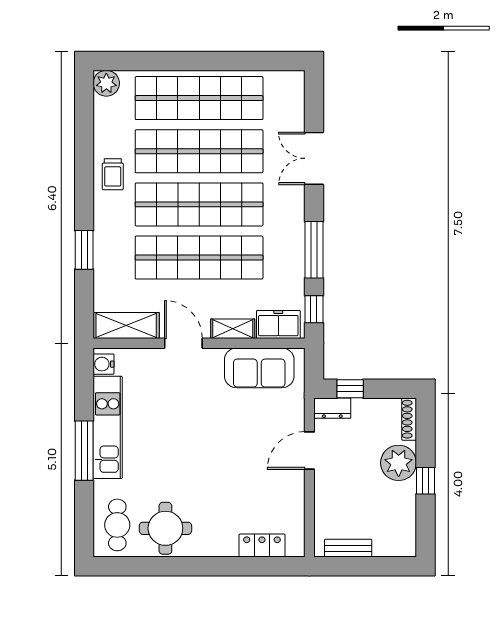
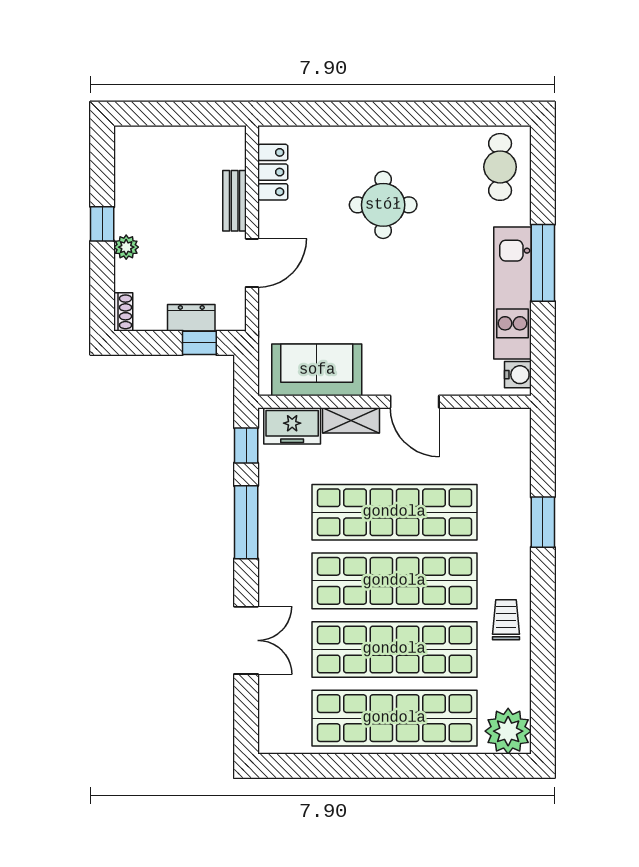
plant: (106, 83) -> (508, 731), width x1.36, depth x1.36
shelving: (126, 325) -> (489, 425), removed
dresser: (332, 408) -> (191, 318), moved
shoe rack: (409, 419) -> (123, 312), width x0.70
plant: (399, 463) -> (126, 247), width x0.53, depth x0.53
round table: (165, 528) -> (383, 205), moved
locker: (262, 546) -> (273, 172), moved, turned -90
bench: (348, 548) -> (235, 201), moved, turned 90

